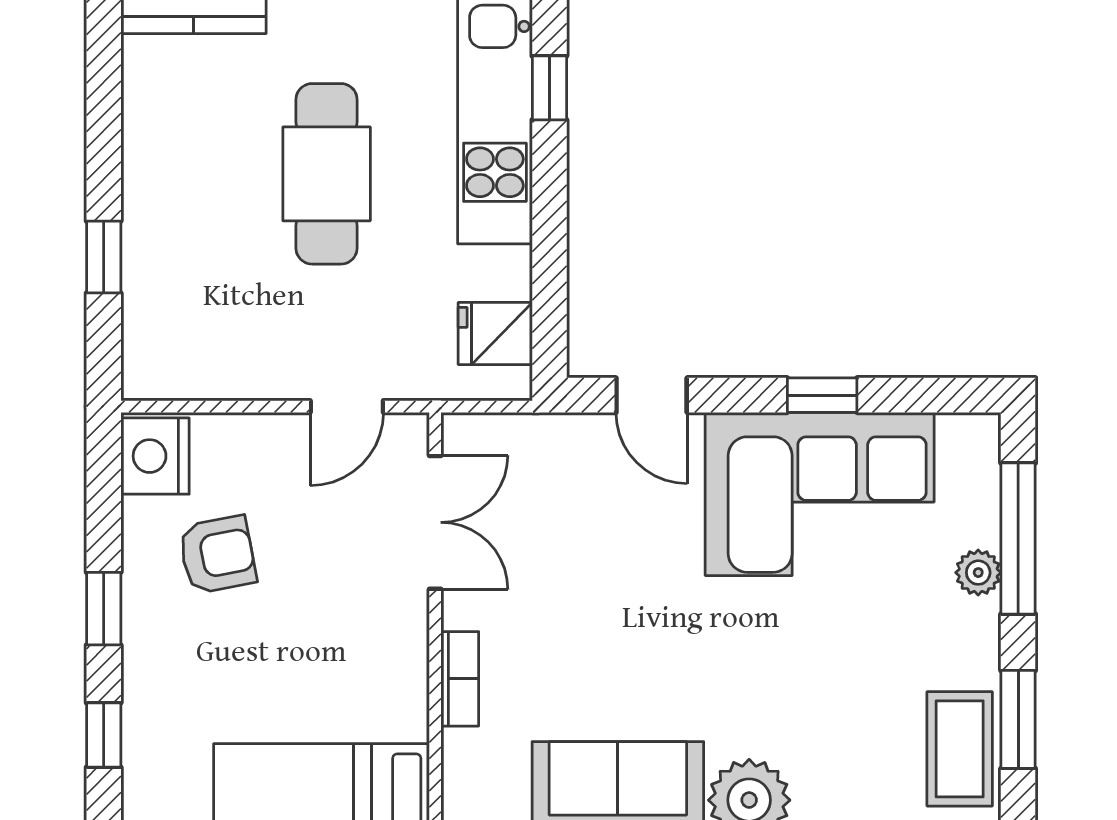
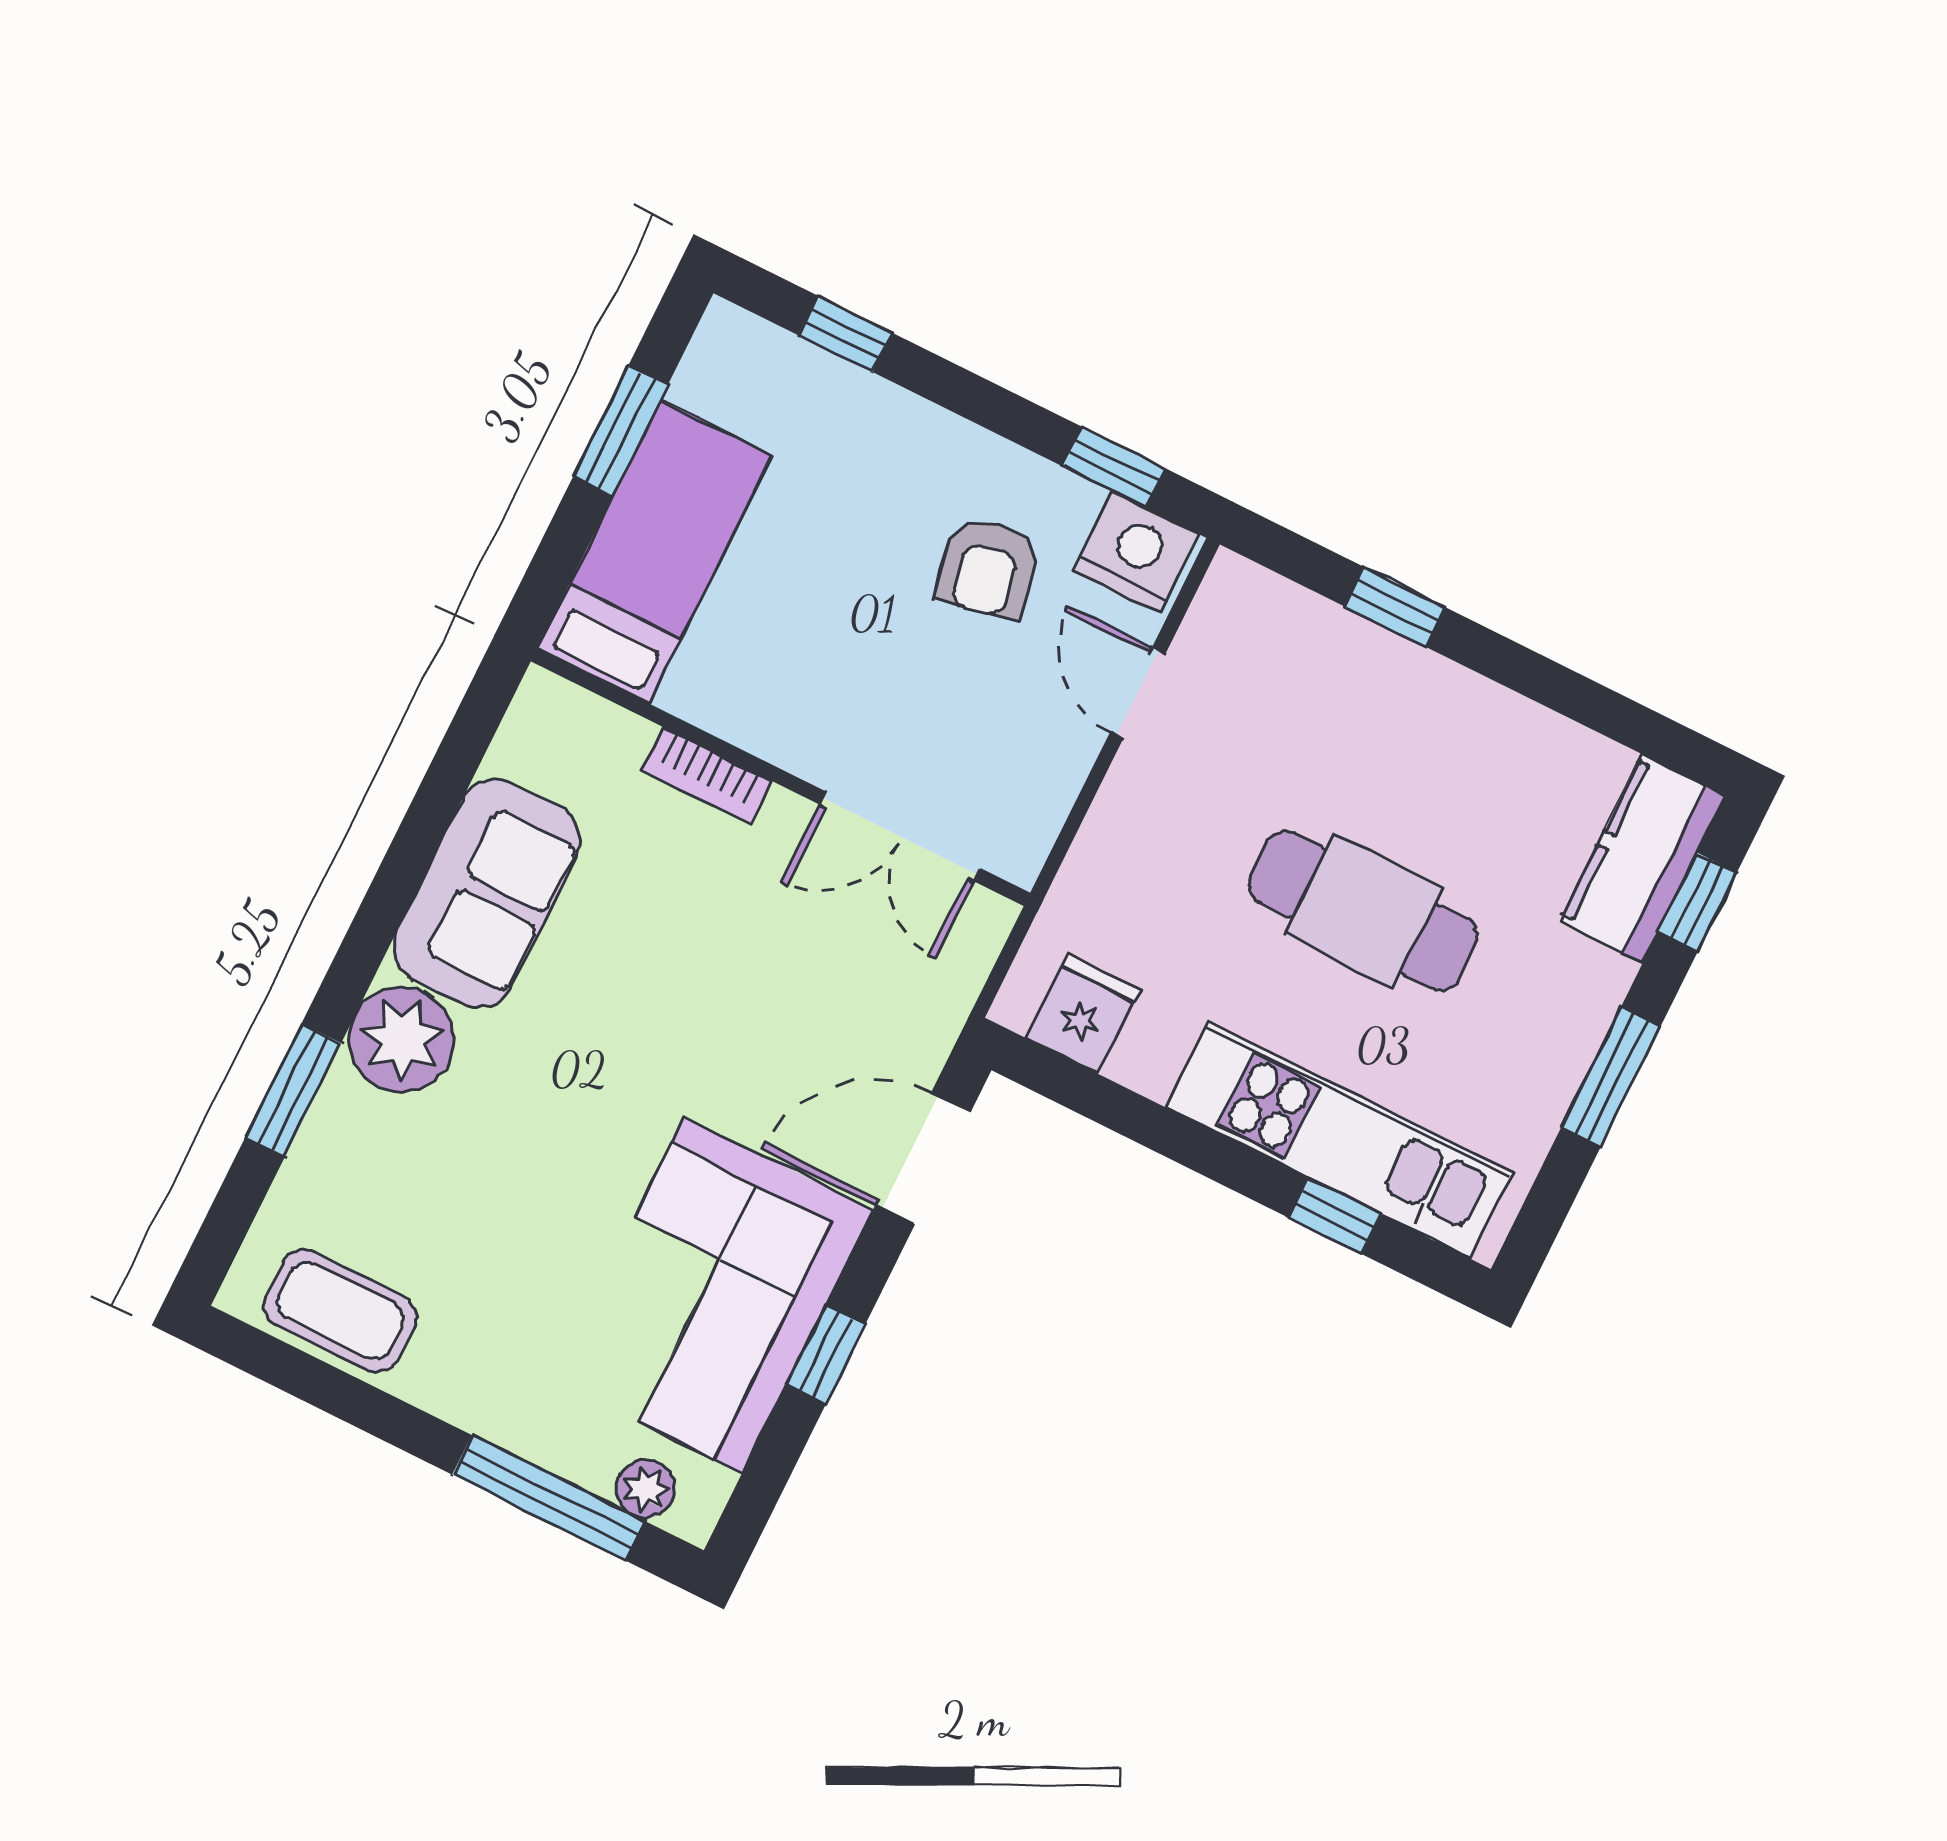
door: (652, 395) -> (923, 1158), width x1.38
door: (347, 407) -> (1138, 693), moved
plant: (978, 573) -> (645, 1489), moved
window: (104, 609) -> (1114, 467), moved
window: (1018, 719) -> (341, 1395), removed

